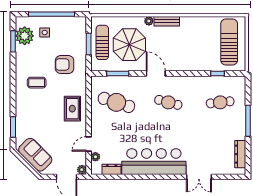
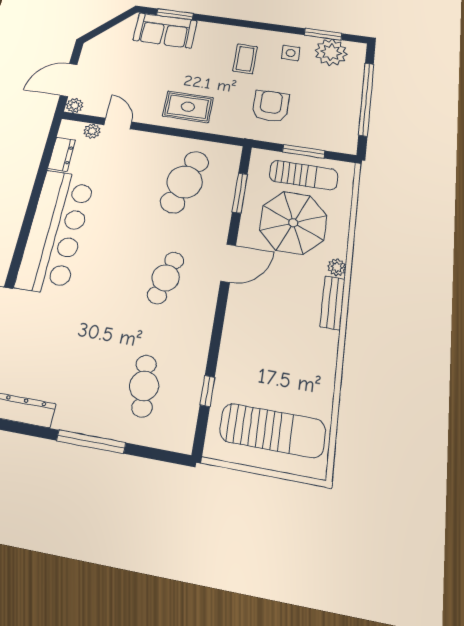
side table: (45, 32) -> (291, 53), moved
sofa: (35, 155) -> (165, 30), moved, turned 45

